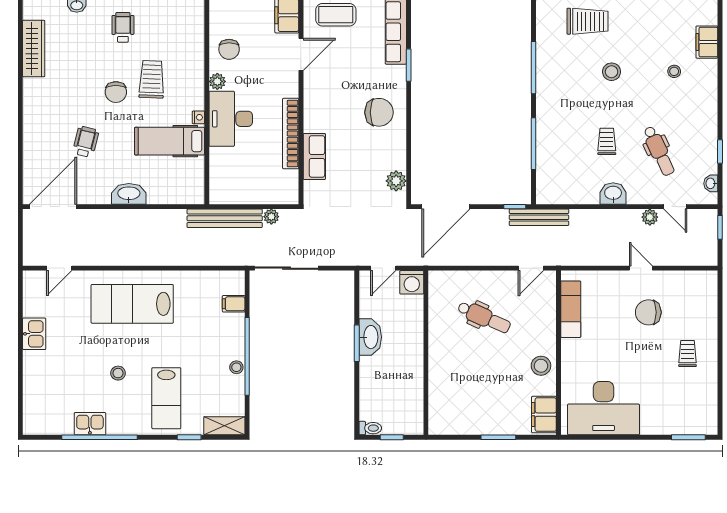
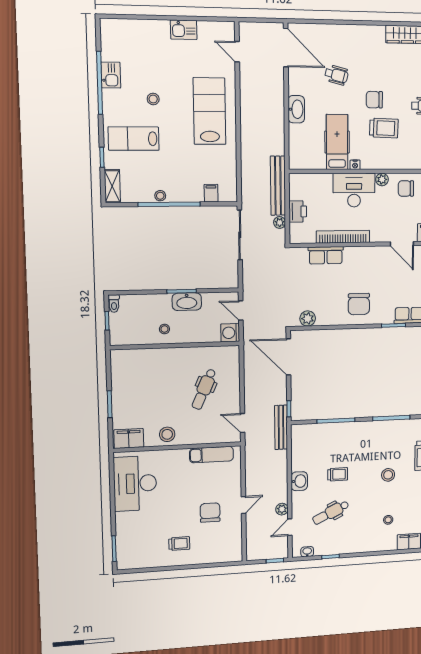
printer: (258, 193) -> (298, 211), added
stool: (404, 366) -> (164, 329), added

